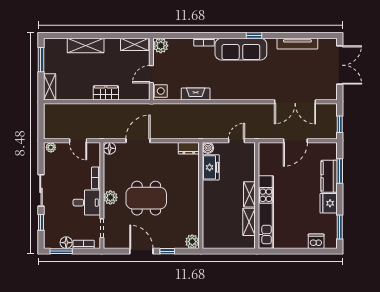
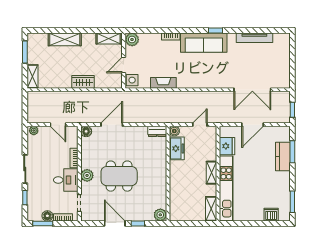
double door: (340, 65) -> (292, 57), removed
fridge: (329, 203) -> (227, 146), moved, turned 180
shelving: (249, 222) -> (211, 209), moved

